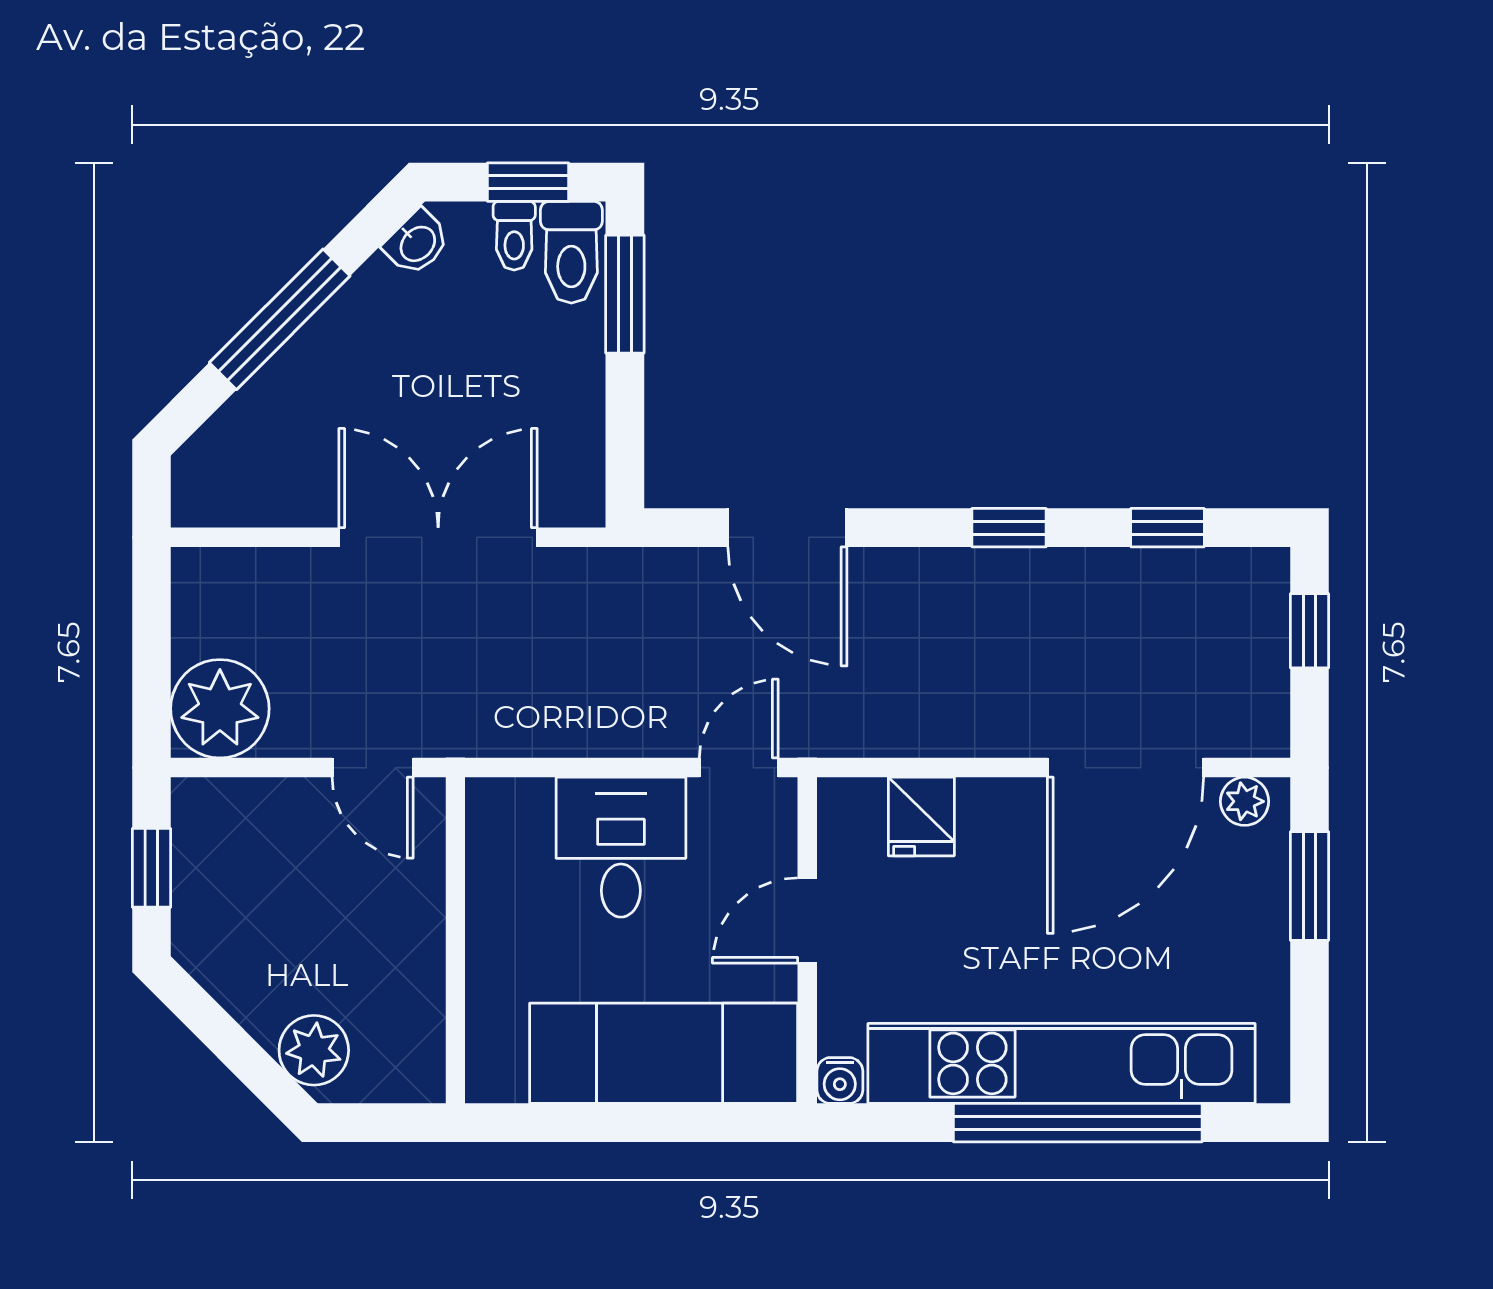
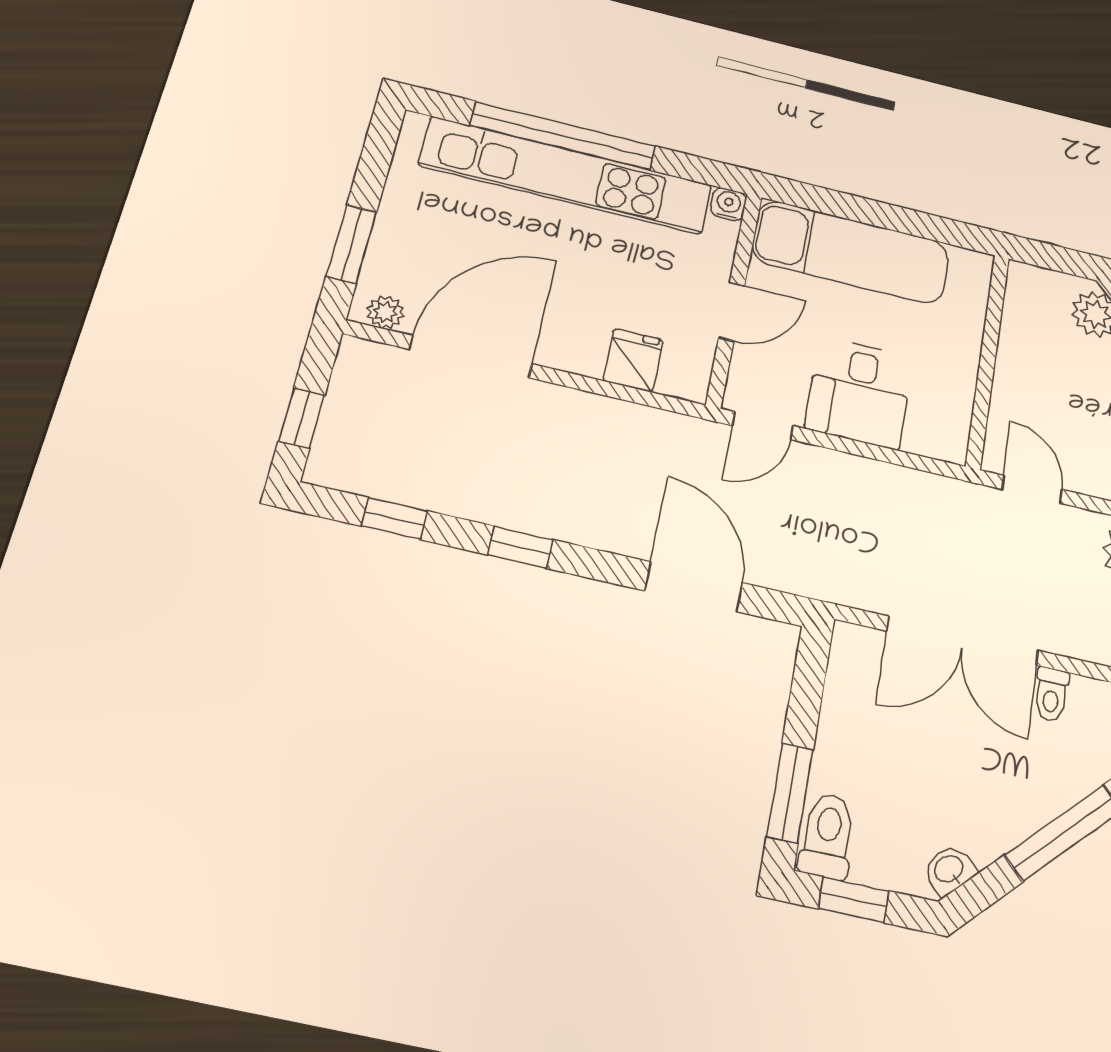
toilet: (514, 236) -> (1051, 694), moved, turned 180

